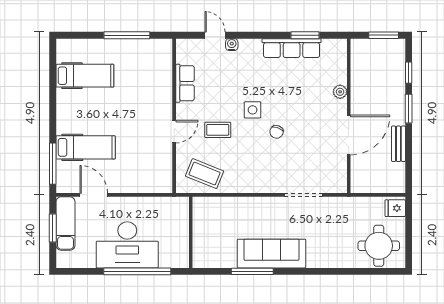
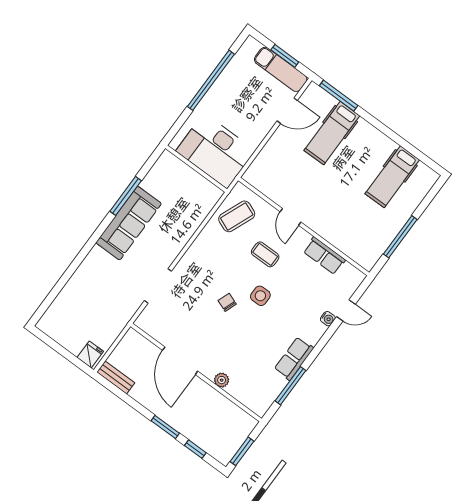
window: (305, 35) -> (290, 386), width x1.44
row of seats: (292, 48) -> (294, 359), width x0.68
coffee table: (218, 130) -> (265, 254), turned 90
bench: (398, 144) -> (116, 377), moved
desk: (127, 245) -> (215, 151), moved, turned -90
round table: (379, 246) -> (69, 318), removed
window: (137, 271) -> (211, 80), moved

